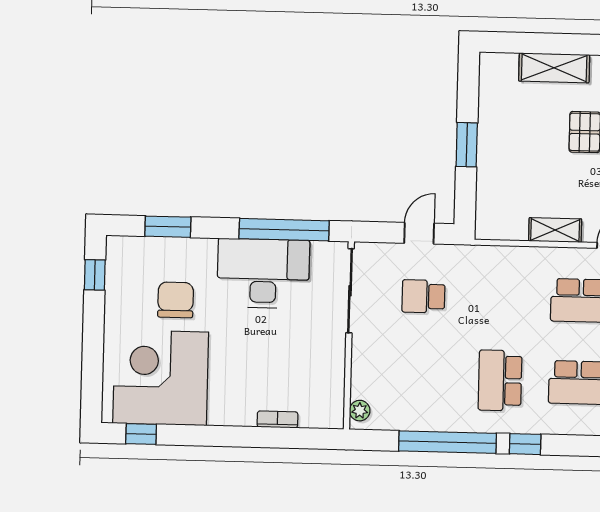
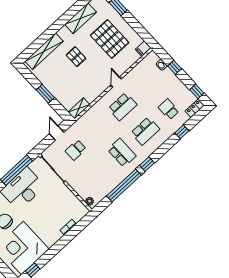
shelving: (554, 68) -> (44, 51), width x1.47
shelving: (555, 230) -> (79, 108), moved
school desk: (500, 380) -> (122, 153), turned 180

